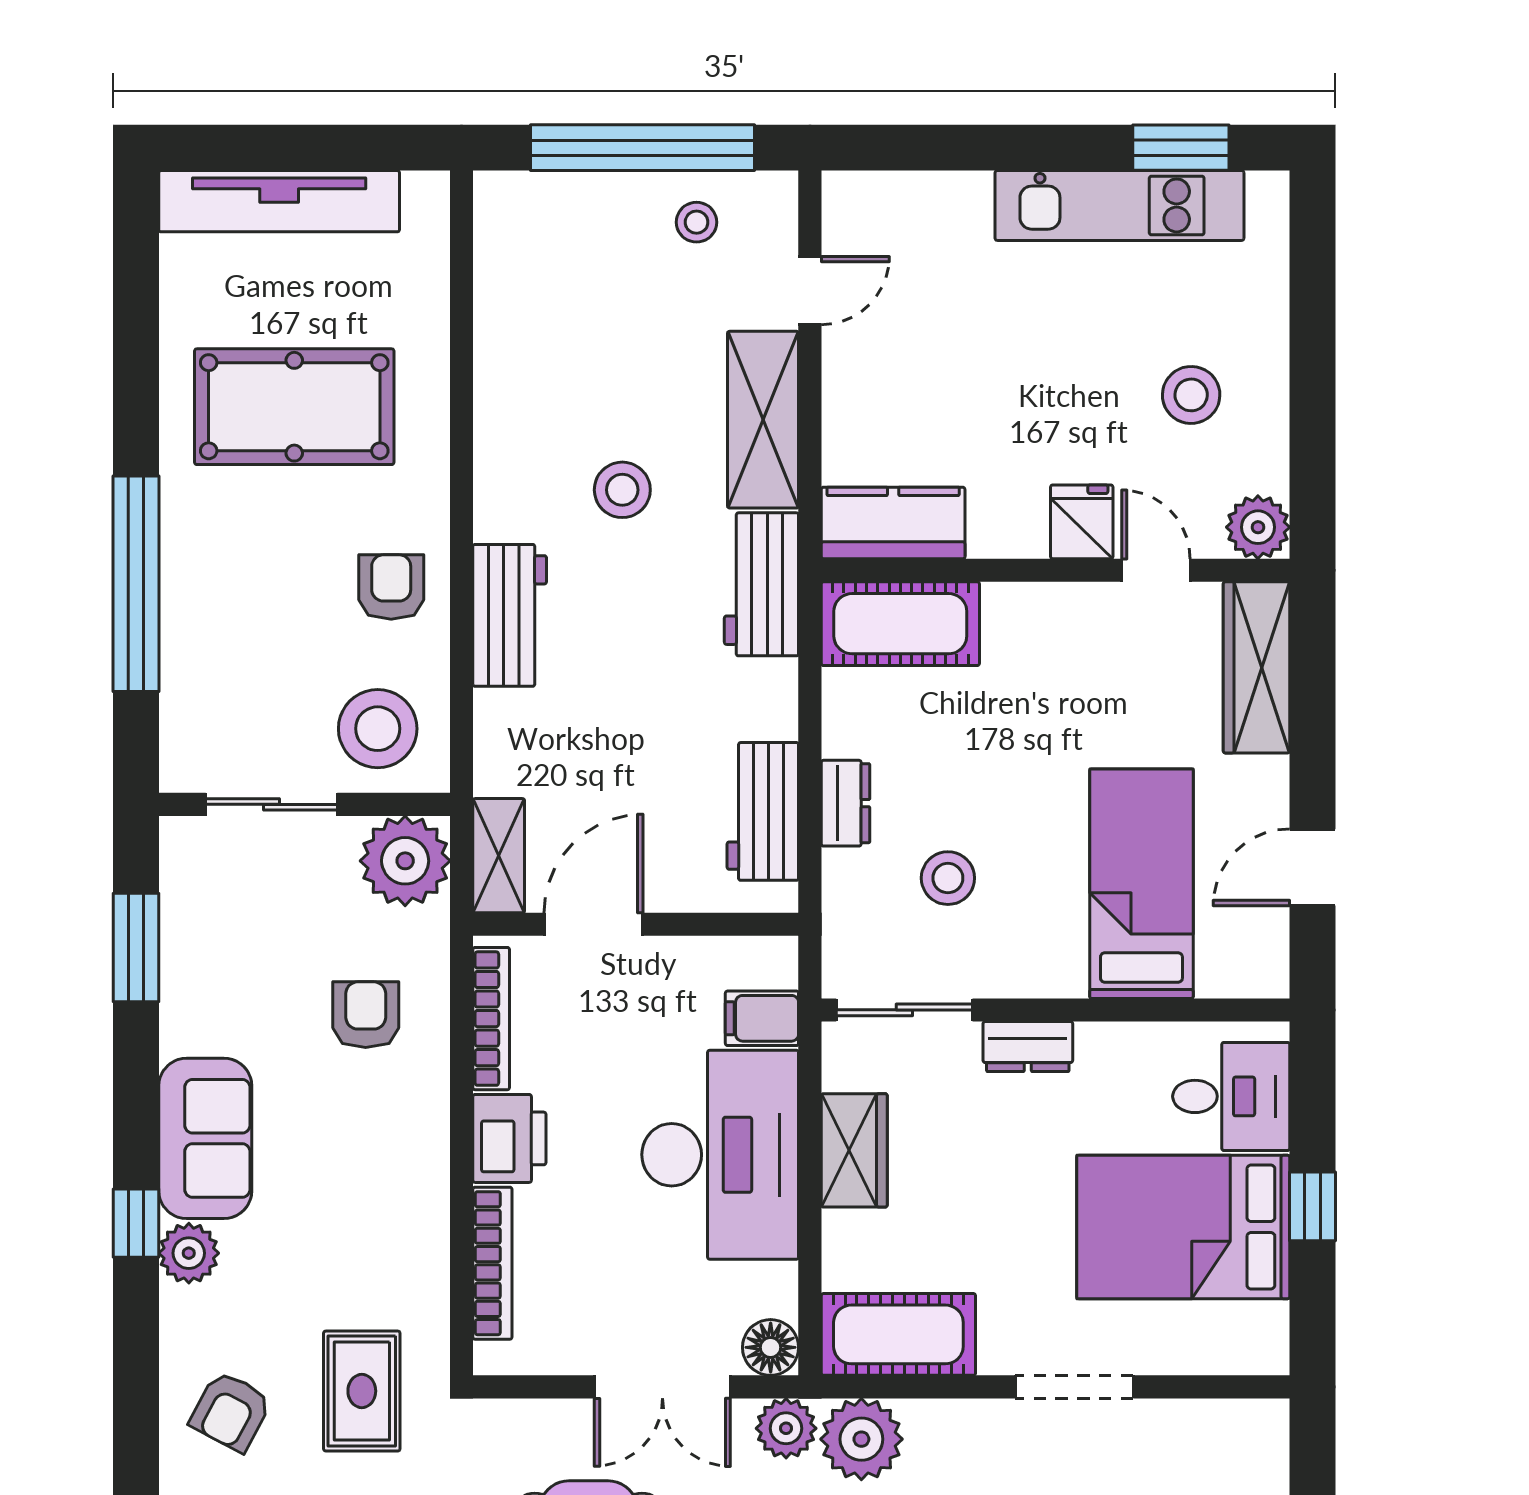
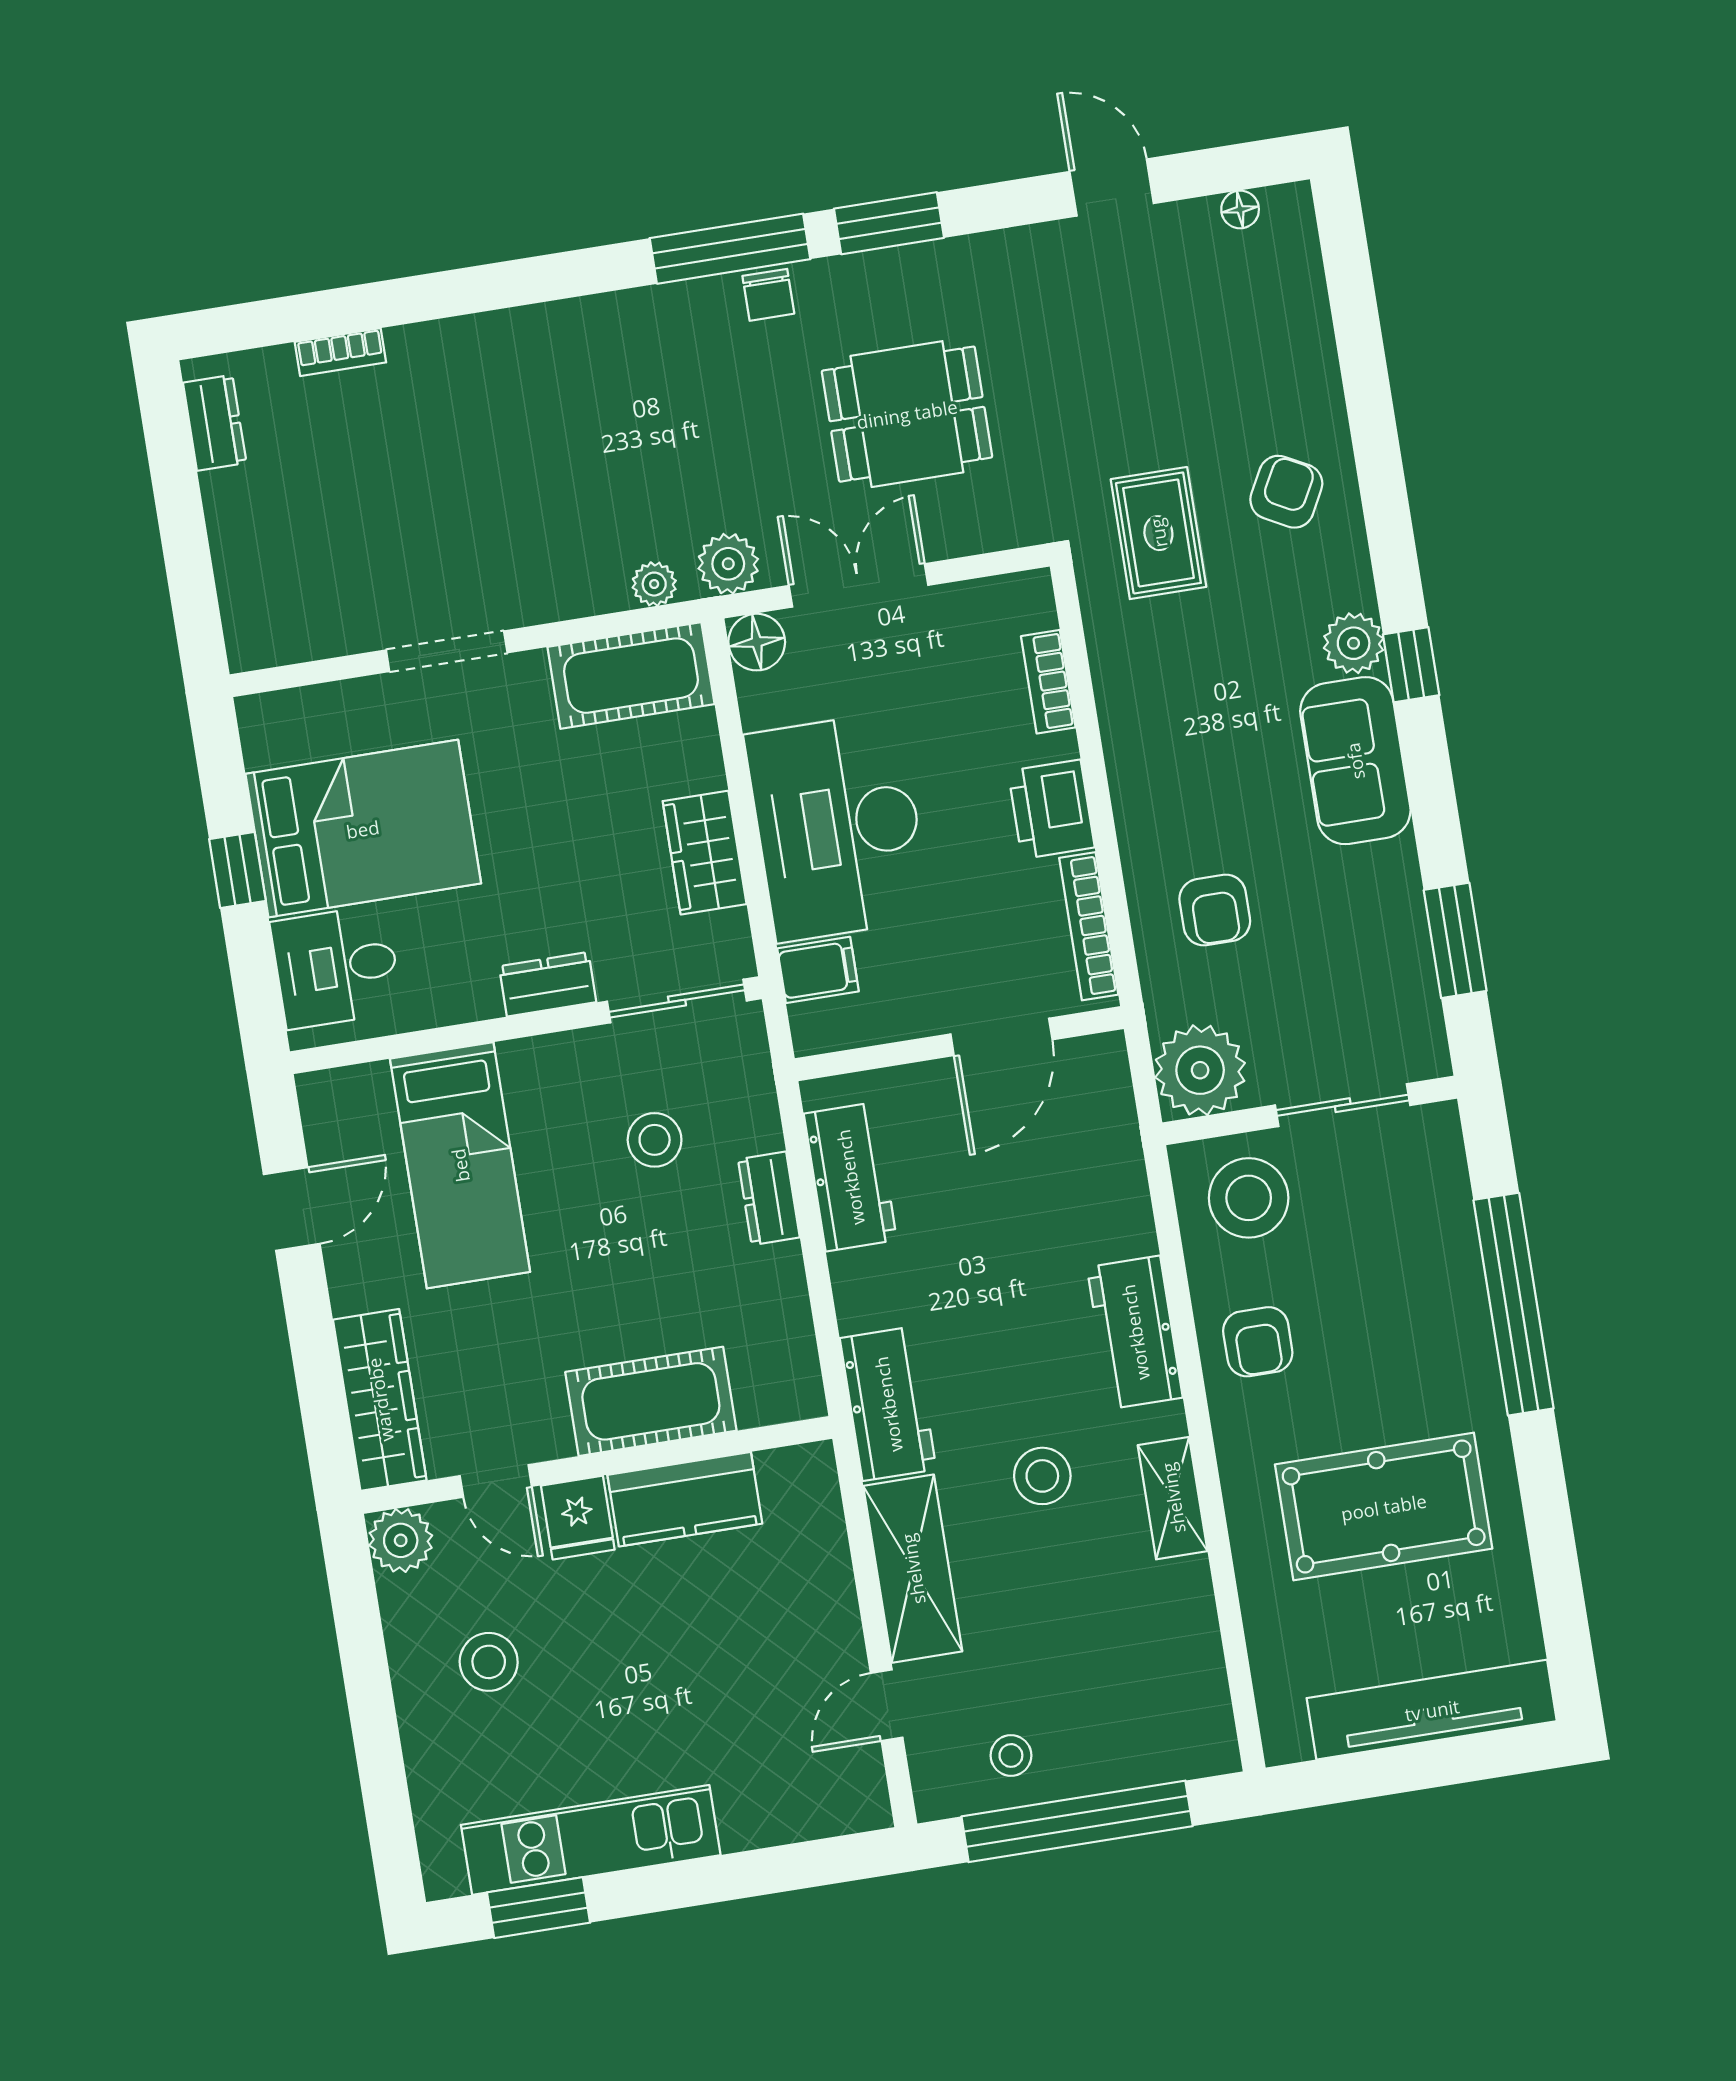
kitchen counter: (893, 523) -> (685, 1499), moved
cot: (900, 624) -> (651, 1401), moved
shelving: (499, 856) -> (1173, 1498), moved
bookcase: (492, 1263) -> (1048, 682), width x0.64
plant: (861, 1439) -> (654, 584), width x0.53, depth x0.53

